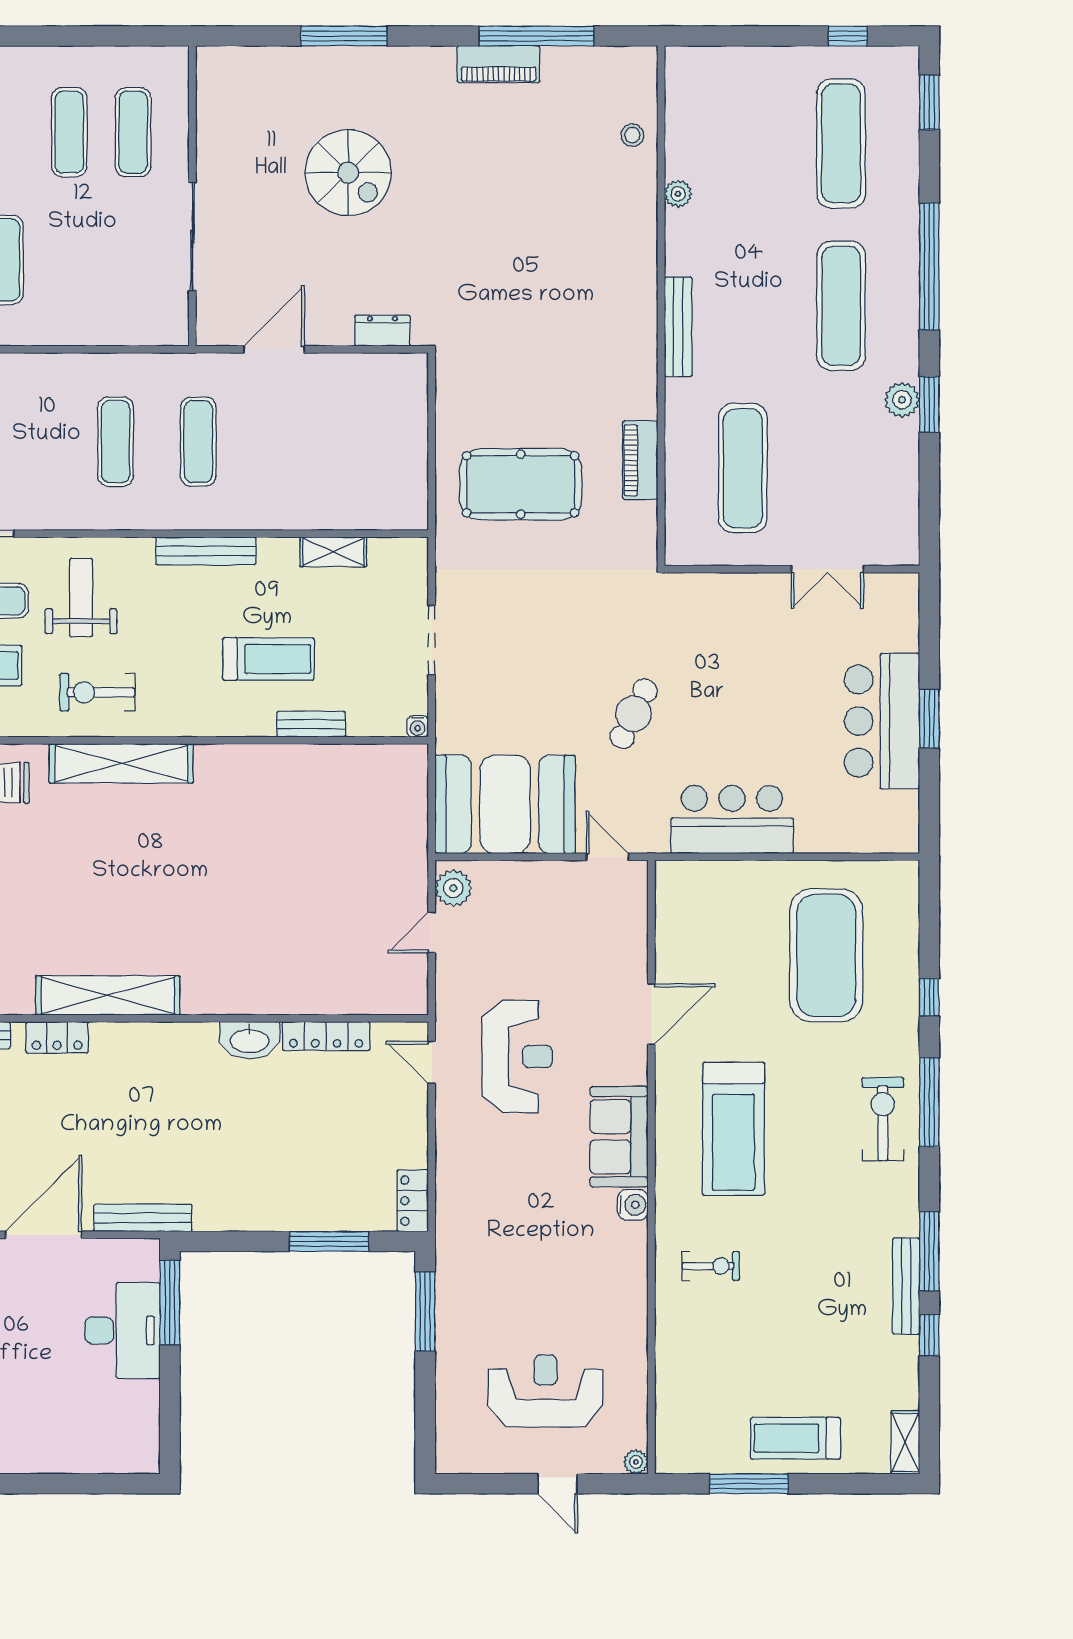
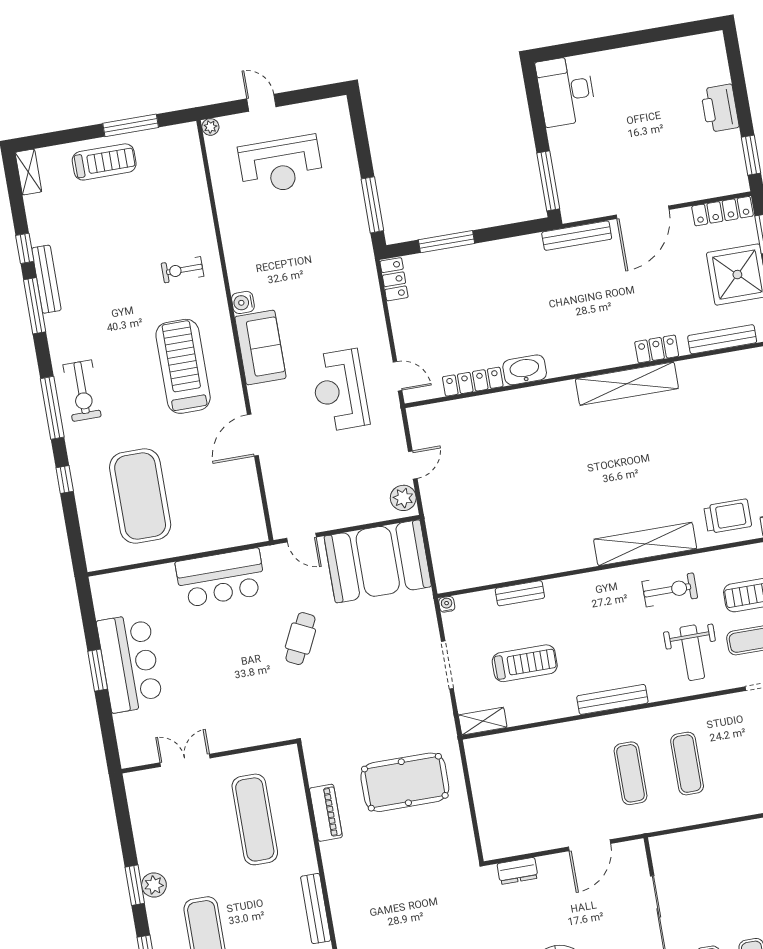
shelving: (333, 552) -> (483, 721), moved
treadmill: (269, 659) -> (525, 663), moved, turned 180
desk: (122, 1330) -> (566, 91), moved

